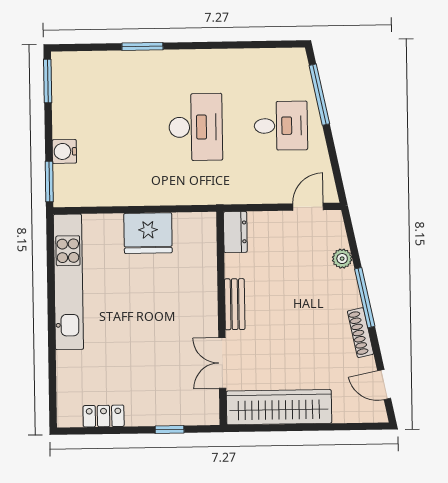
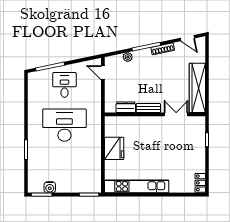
desk: (196, 127) -> (64, 125), width x1.36, depth x1.30
water cooler: (64, 151) -> (50, 187), moved
dresser: (235, 232) -> (126, 107), moved
double door: (222, 363) -> (176, 114), swing flipped
door: (384, 385) -> (187, 38), hinge flipped
locker: (104, 416) -> (200, 183), moved

